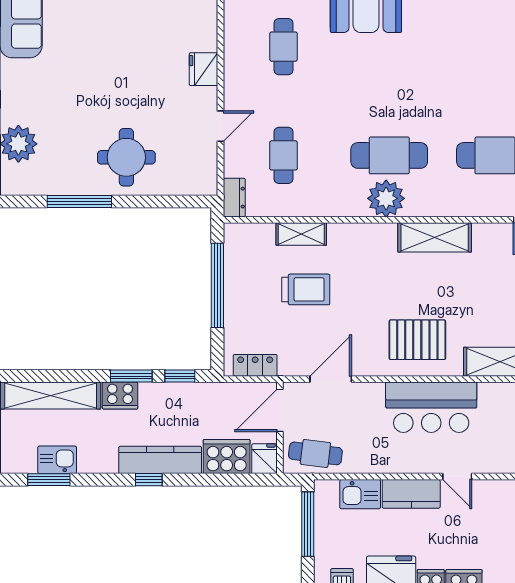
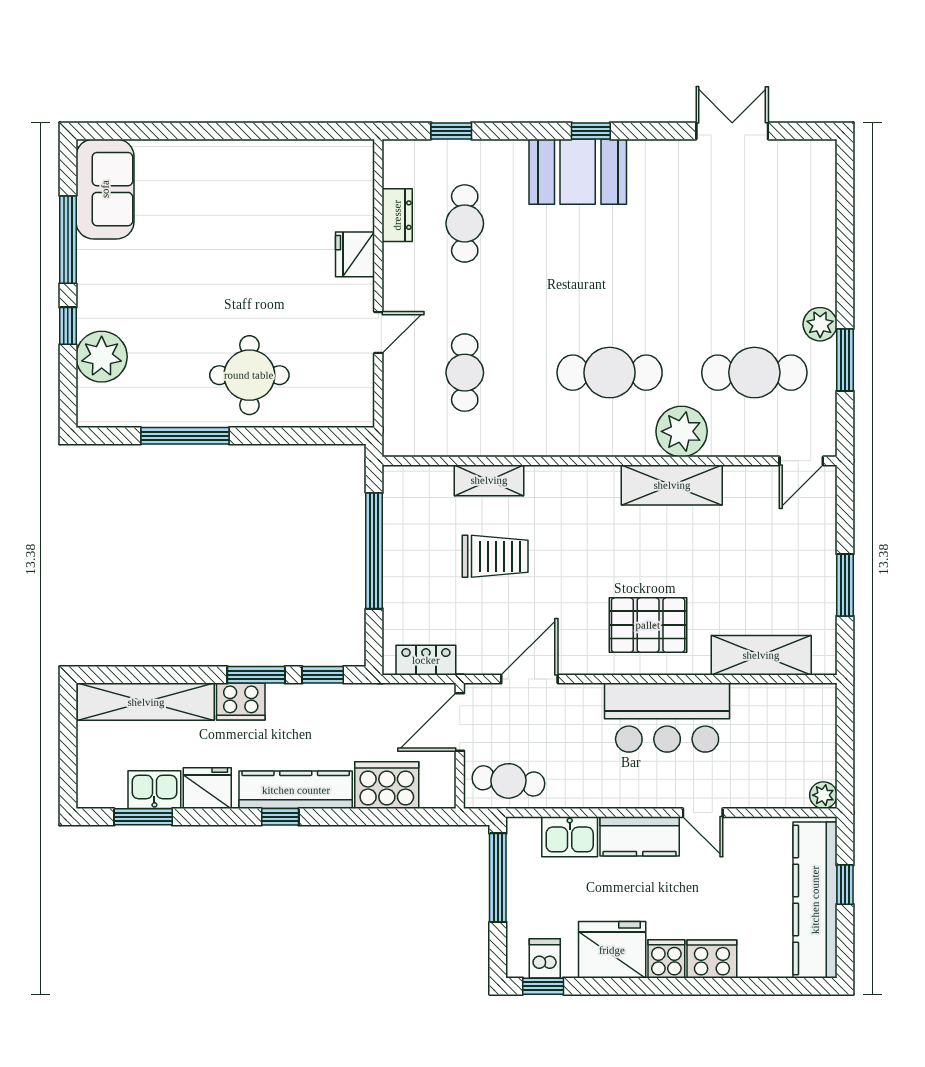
dresser: (234, 198) -> (397, 215), moved
plant: (386, 198) -> (682, 431), moved
fridge: (264, 459) -> (207, 788), moved, width x1.38

